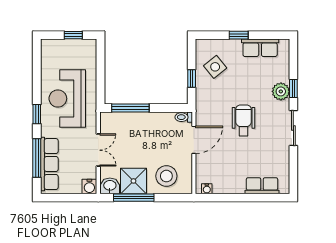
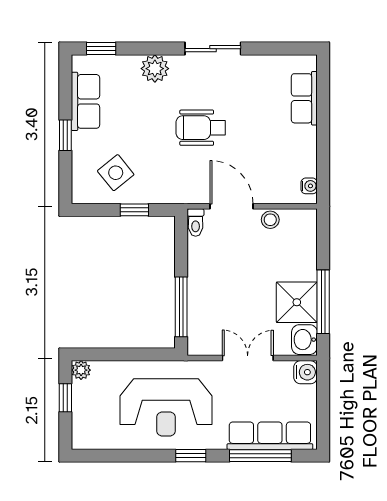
plant: (91, 45) -> (81, 370), added
window: (293, 88) -> (101, 49), moved
stool: (166, 176) -> (270, 220), moved, width x0.53, depth x0.53

